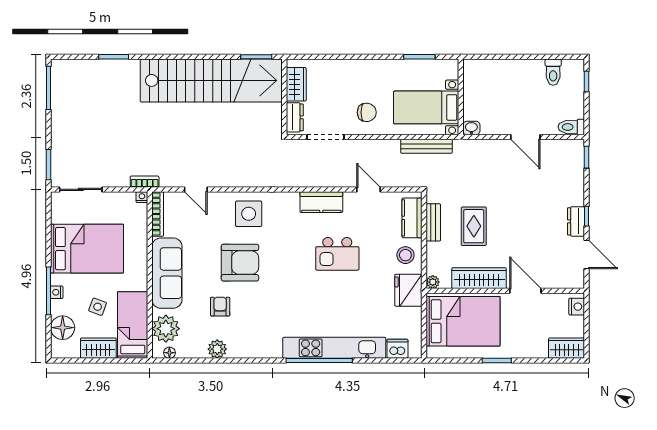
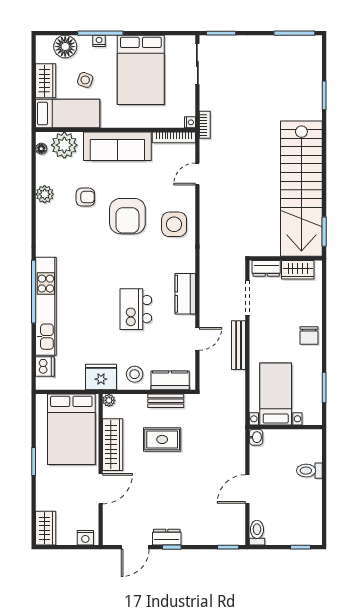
toilet: (553, 72) -> (309, 471), moved
chair: (367, 112) -> (309, 335), moved
bench: (426, 146) -> (239, 345), moved

